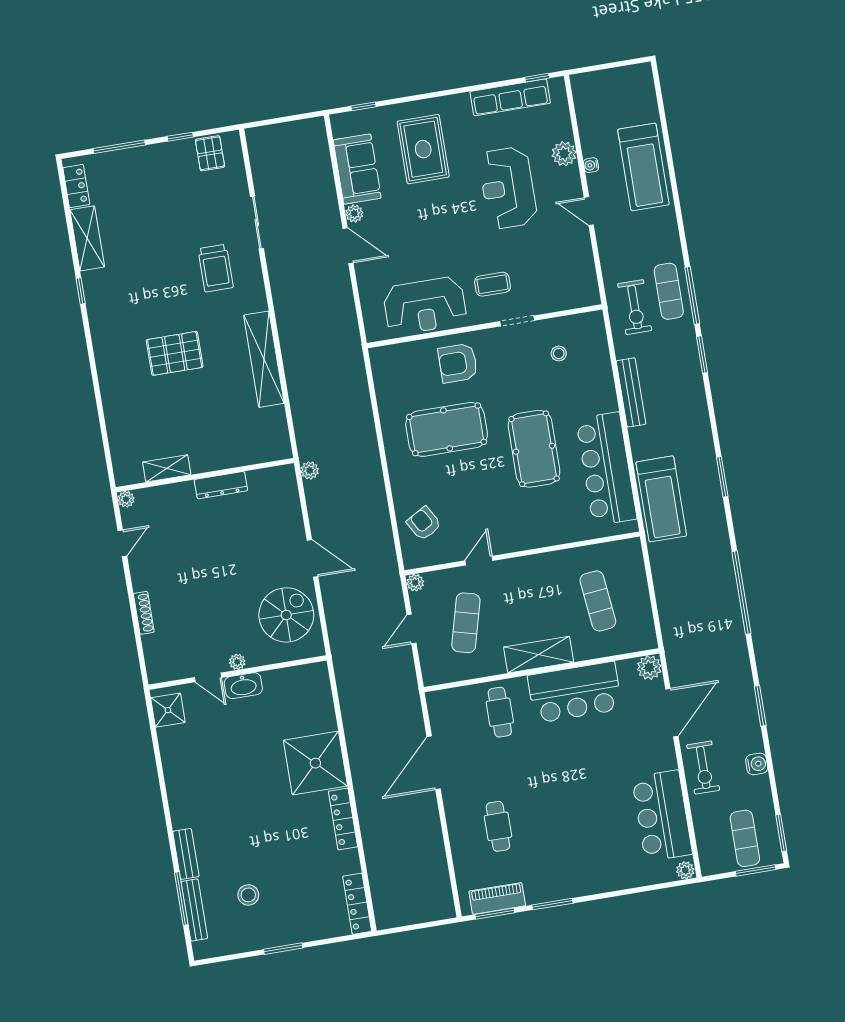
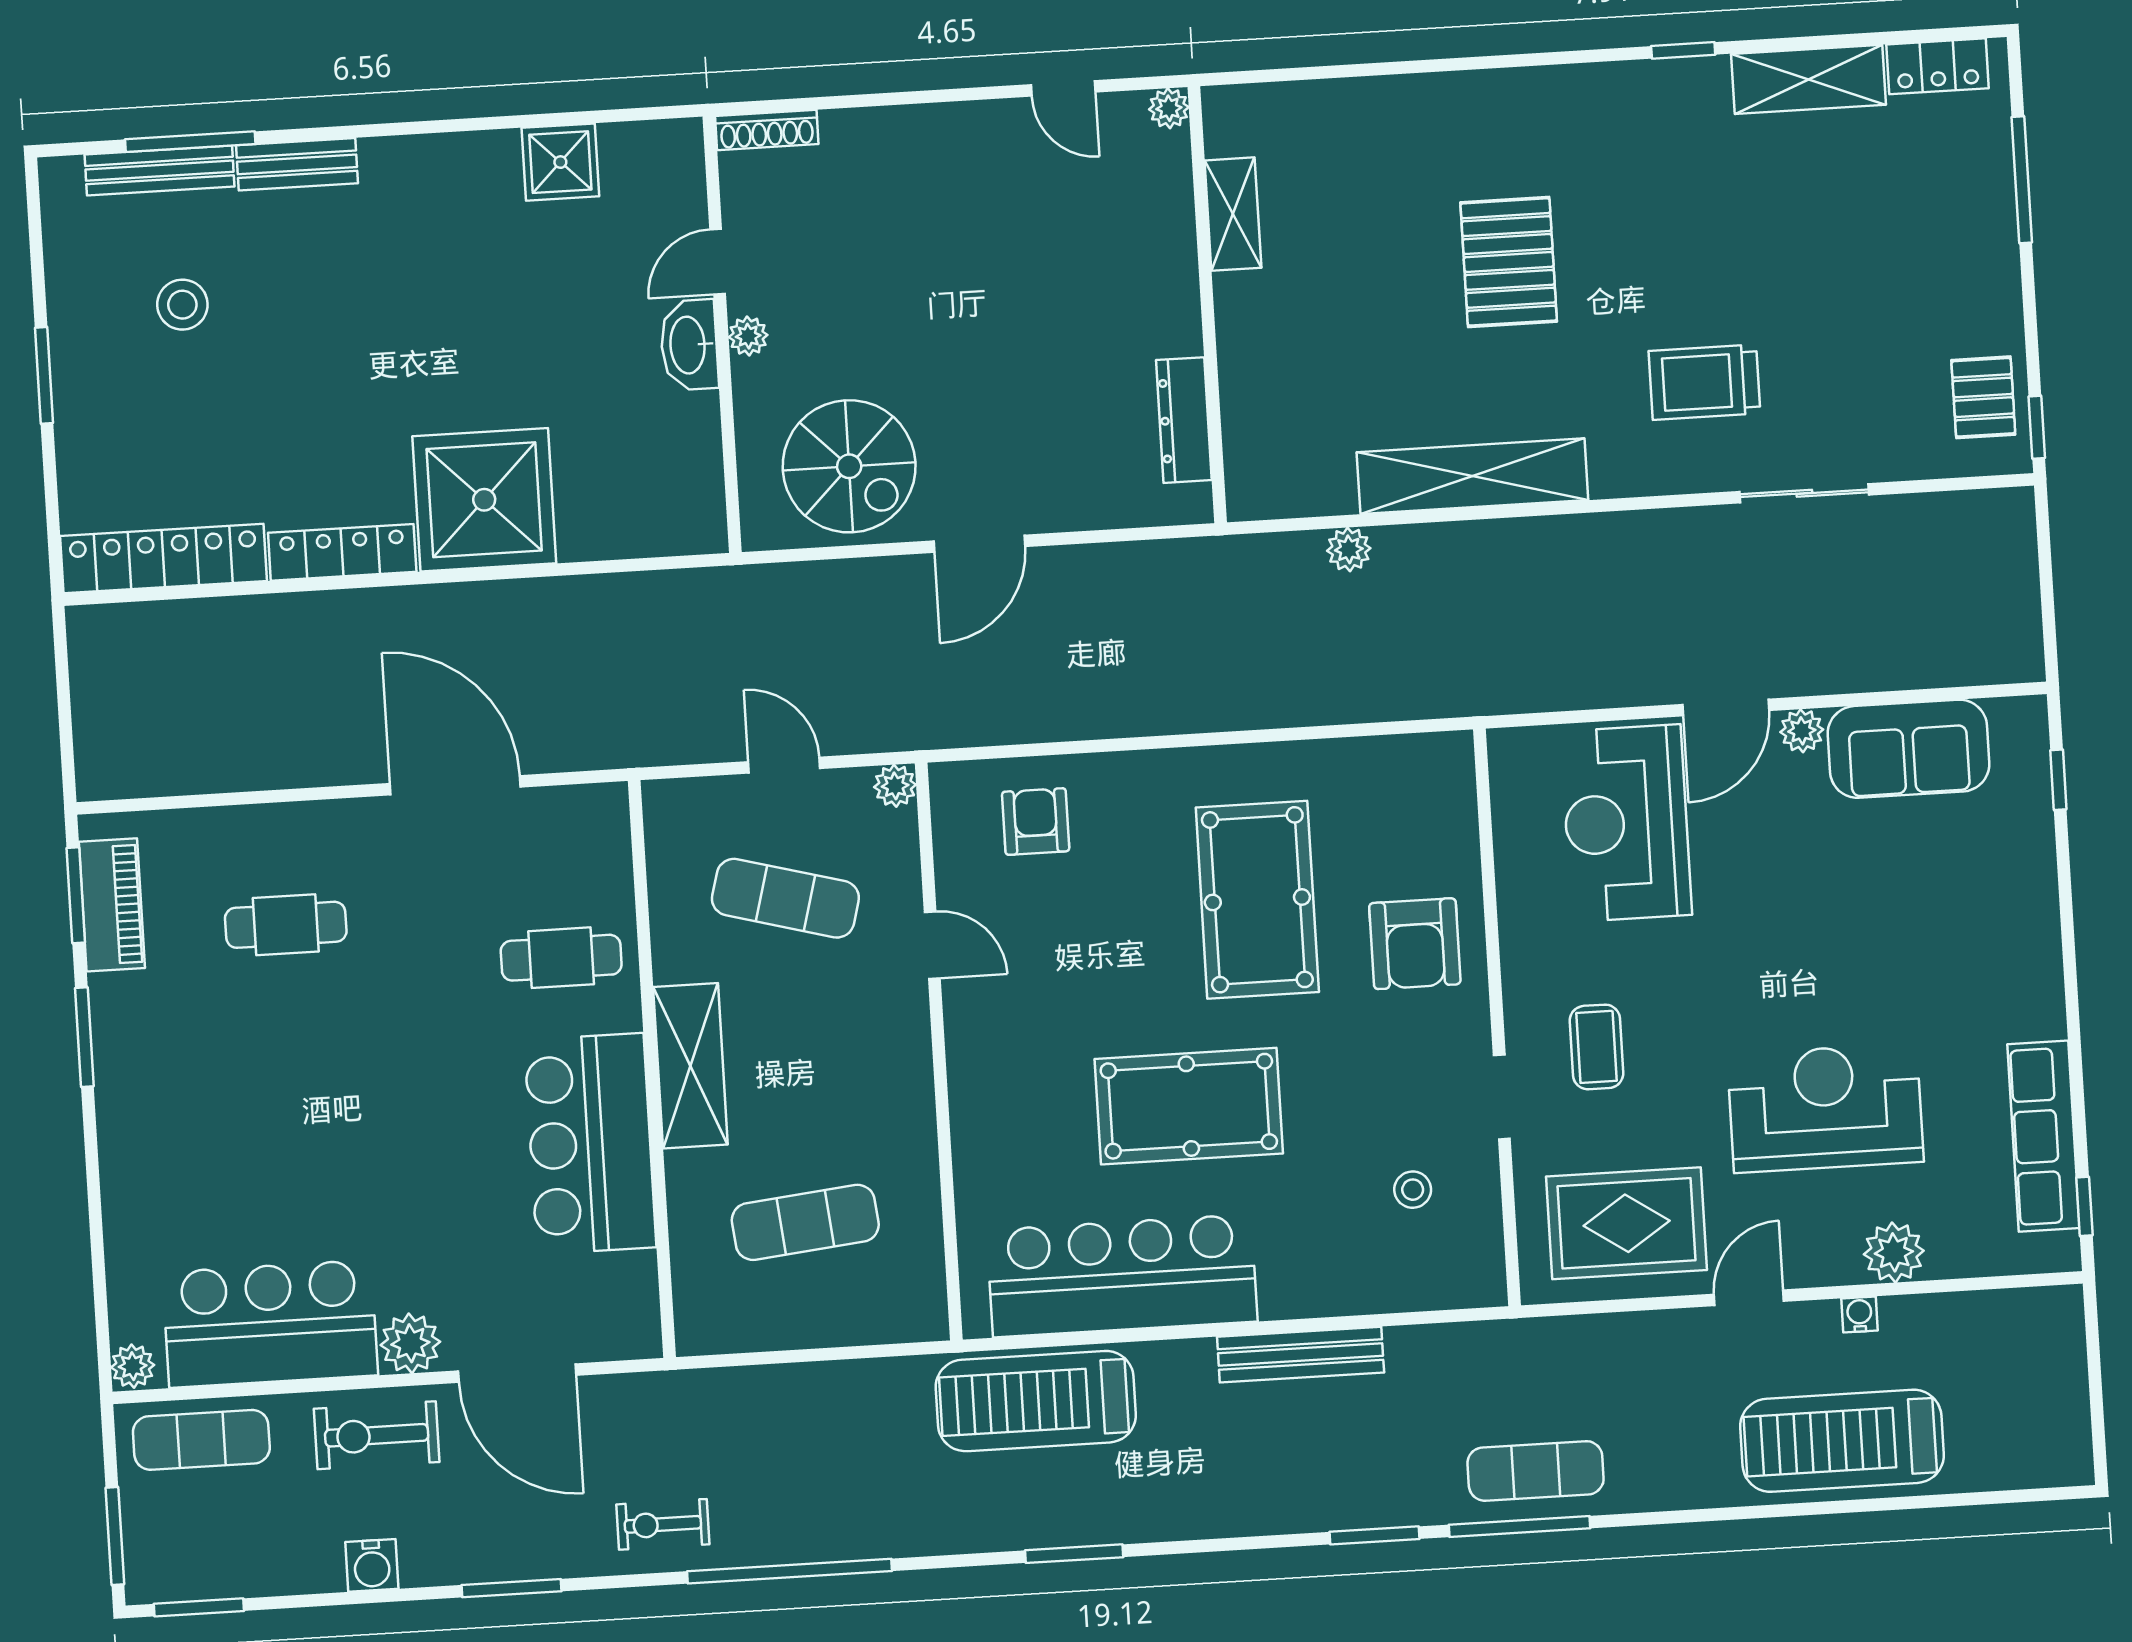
window: (180, 137) -> (2037, 427), moved
rug: (423, 149) -> (1627, 1223), moved
pallet: (210, 153) -> (1983, 397), turned 90
reception desk: (425, 306) -> (1626, 823), moved
exercise bike: (635, 307) -> (663, 1524), moved, width x0.73, depth x0.72
armchair: (458, 363) -> (1415, 944), turned 180
plant: (310, 470) -> (1349, 549), moved
dresser: (221, 485) -> (1184, 420), moved
armchair: (424, 524) -> (1036, 821), turned -60
shoe rack: (144, 613) -> (767, 130), moved
plant: (649, 668) -> (410, 1343), moved
shower: (168, 710) -> (560, 162), moved
exercise mat: (745, 838) -> (201, 1440), moved
locker: (357, 904) -> (163, 559), width x1.41, depth x1.21

